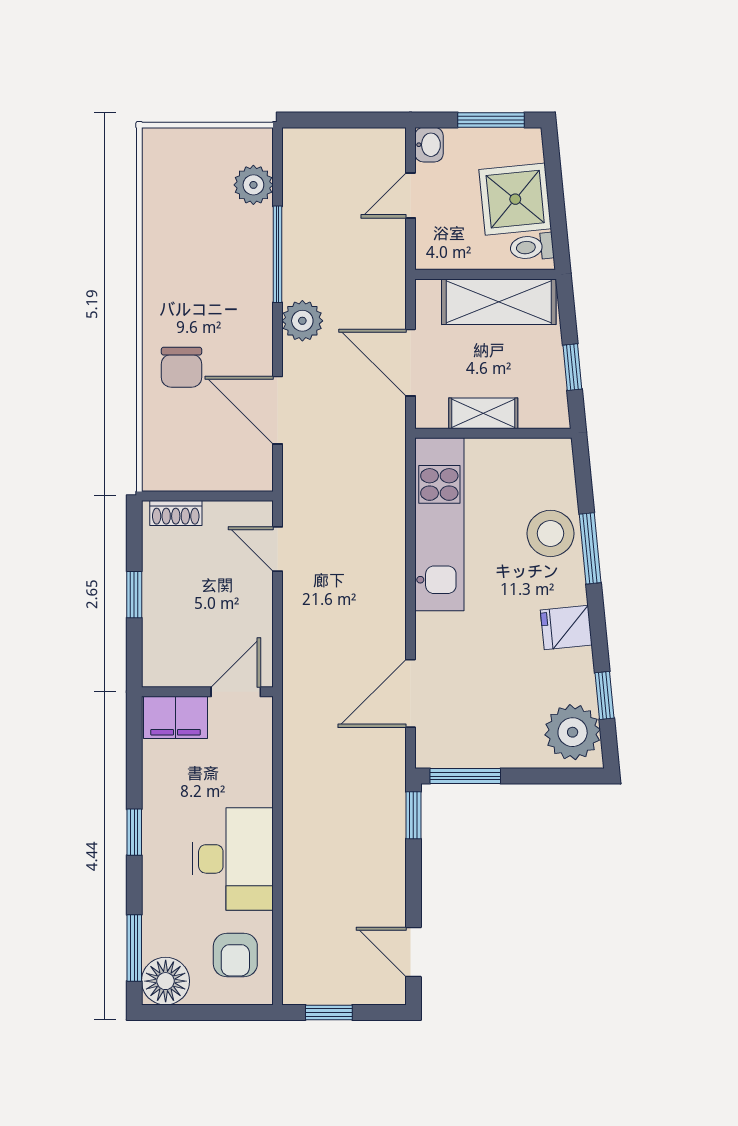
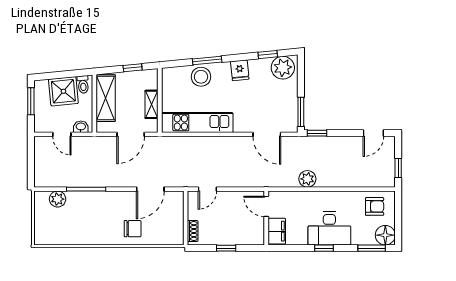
washbasin: (429, 145) -> (81, 127), moved
plant: (302, 321) -> (307, 179), moved
desk: (233, 859) -> (329, 228), moved, turned 180

